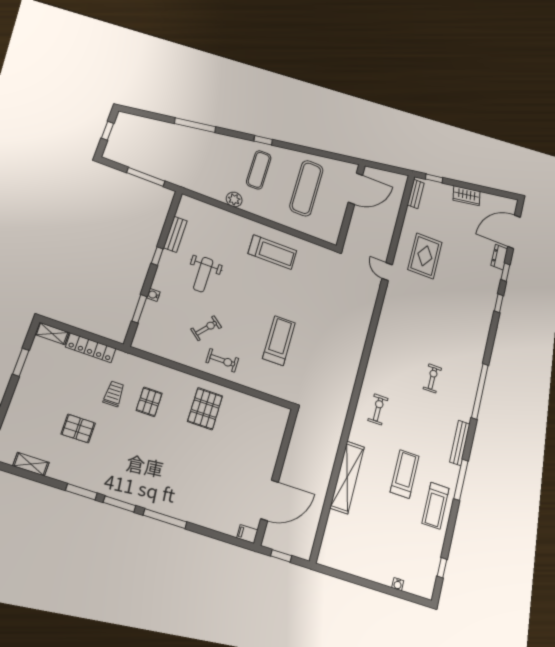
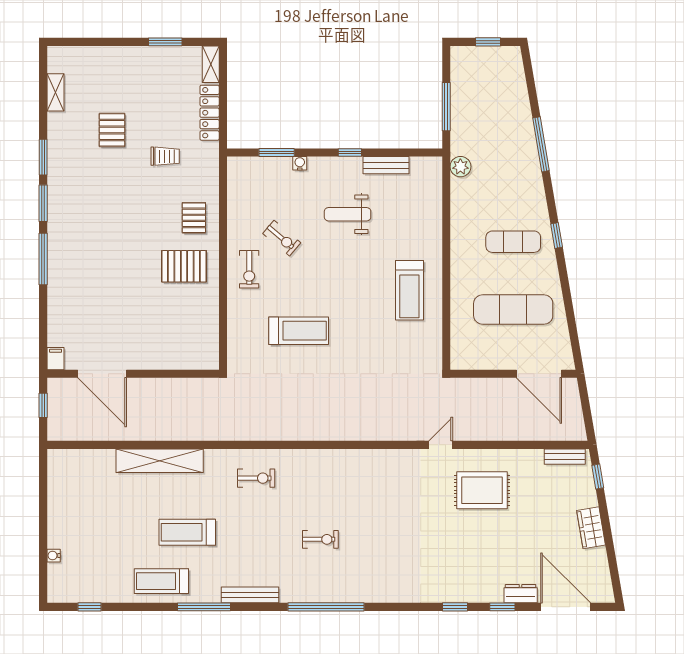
plant: (234, 199) -> (460, 167), moved
pallet: (149, 402) -> (194, 218), moved, turned 90
treadmill: (405, 474) -> (187, 532), turned 180

